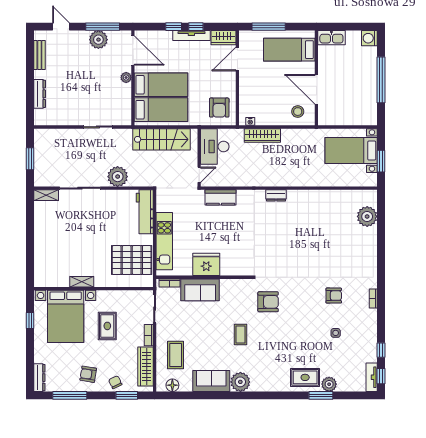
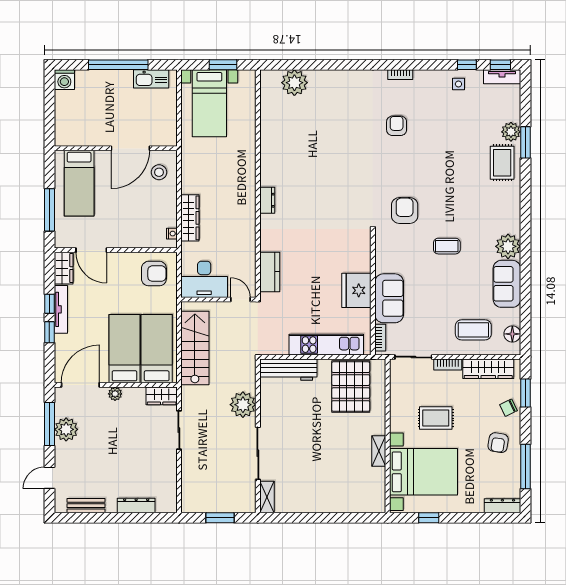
kitchen sink: (331, 38) -> (151, 79), moved, turned 90
wardrobe: (124, 114) -> (162, 396), added
side table: (336, 333) -> (458, 84), moved

